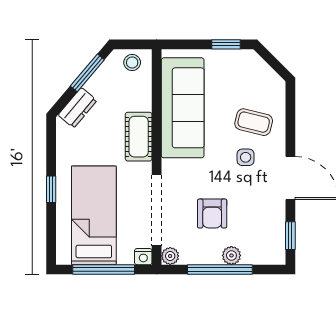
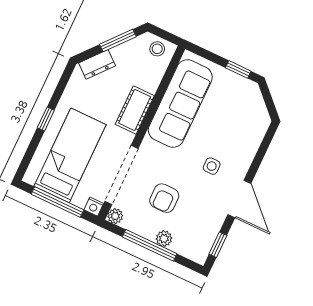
coffee table: (254, 122) -> (231, 141), removed

